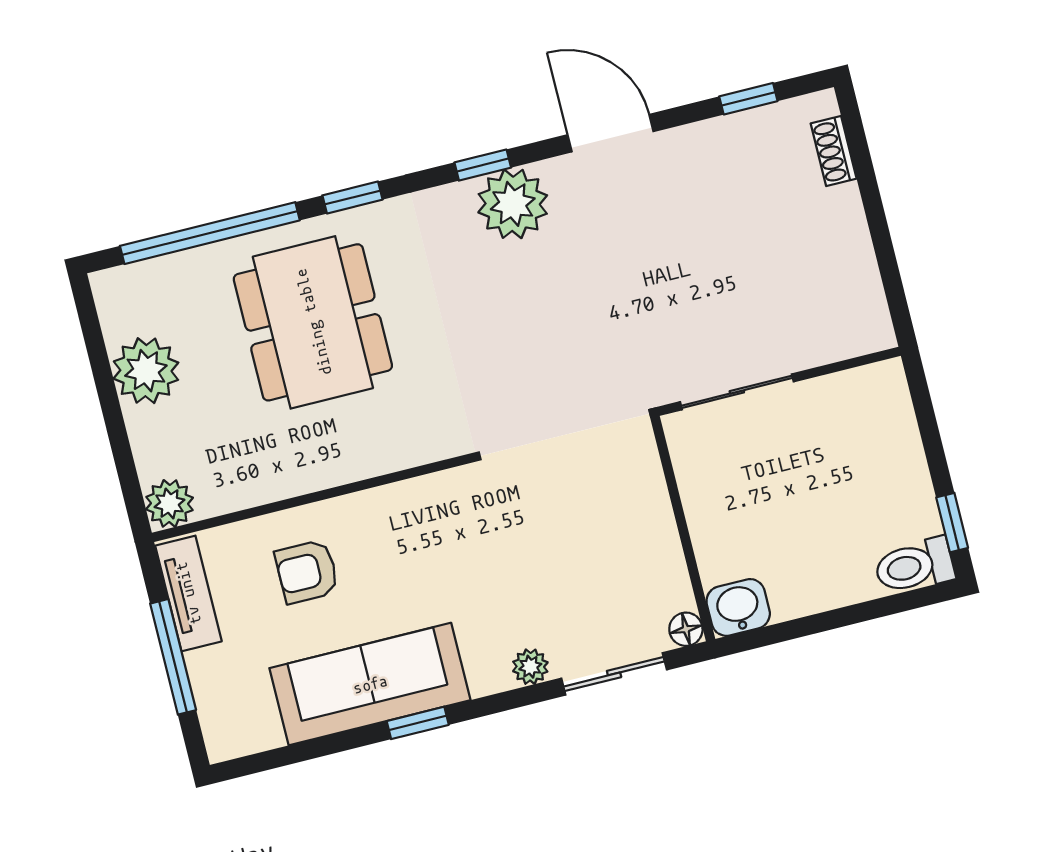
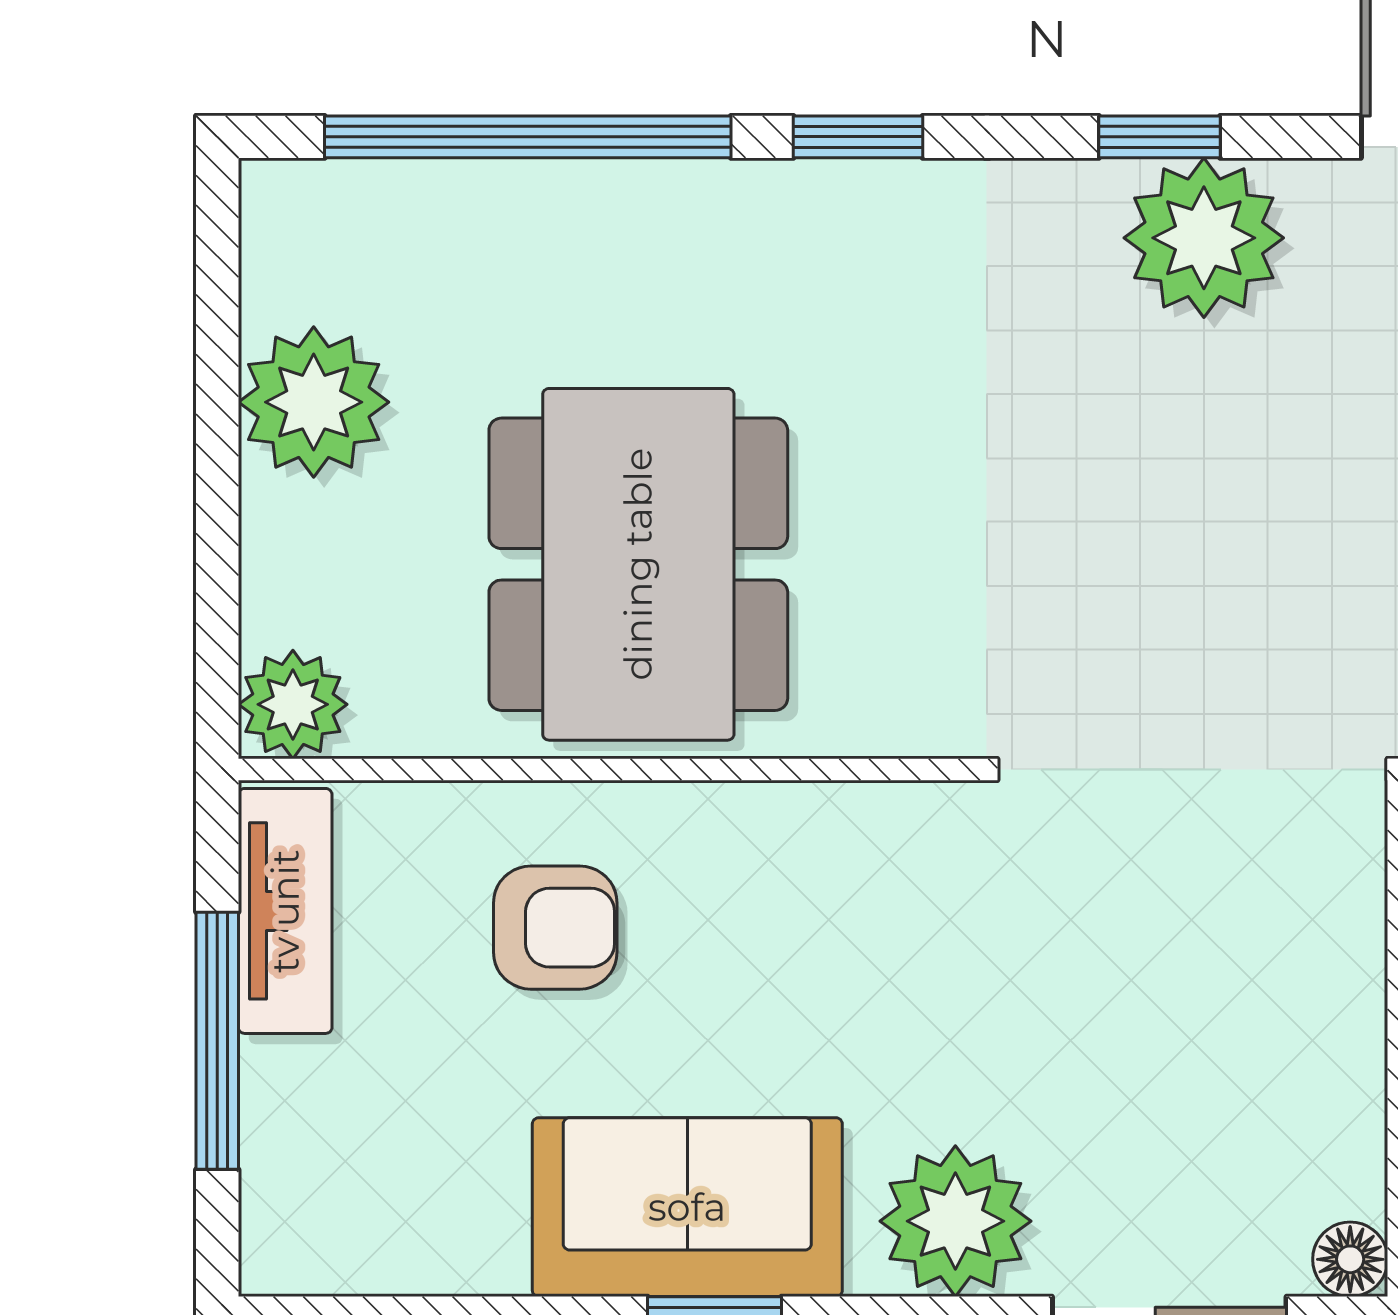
dining table: (313, 322) -> (638, 564), moved
armchair: (307, 572) -> (555, 928), turned 180
plant: (530, 667) -> (955, 1221), width x1.87, depth x1.87
sofa: (370, 684) -> (687, 1207), width x0.73

